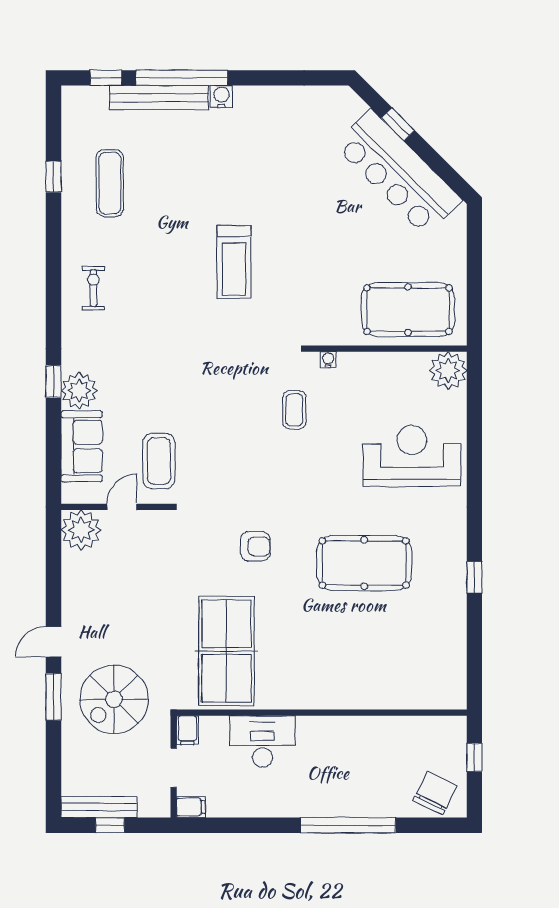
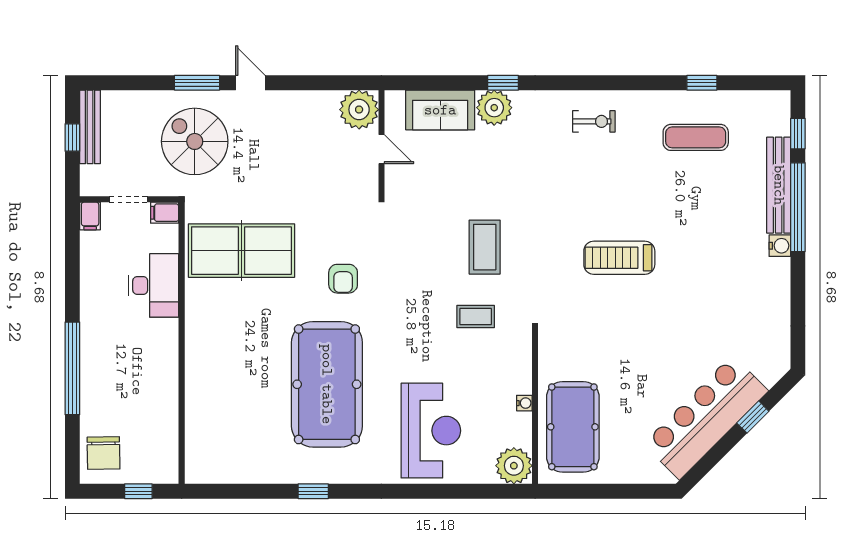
water cooler: (328, 360) -> (524, 403), moved
coffee table: (159, 461) -> (485, 247), moved, turned 90
pool table: (364, 563) -> (327, 384), width x1.36, depth x1.32
chair: (435, 793) -> (104, 453), turned 63

